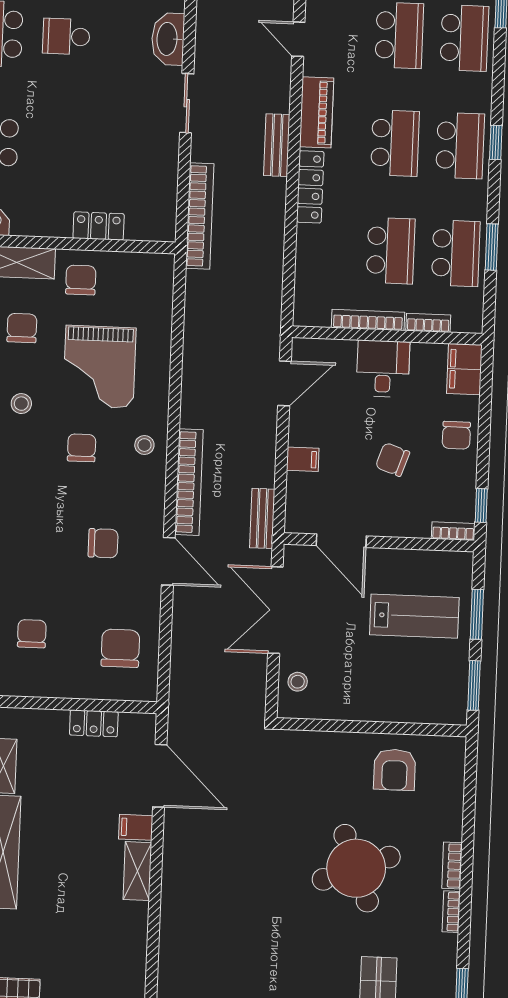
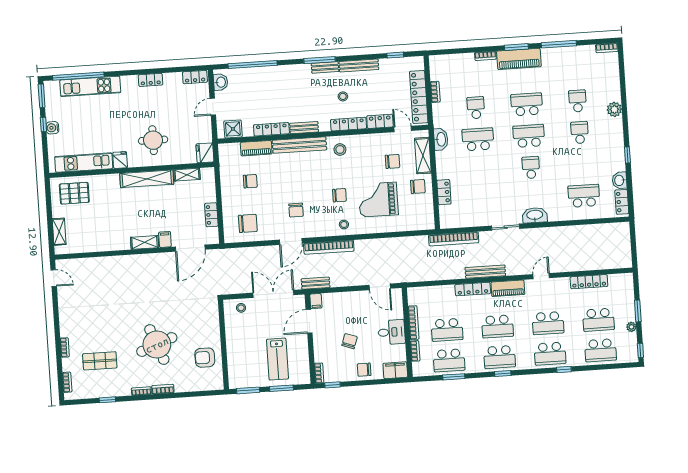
bench: (277, 145) -> (485, 272), width x1.36
stool: (21, 404) -> (357, 165), removed
filing cabinet: (303, 459) -> (316, 301), moved

